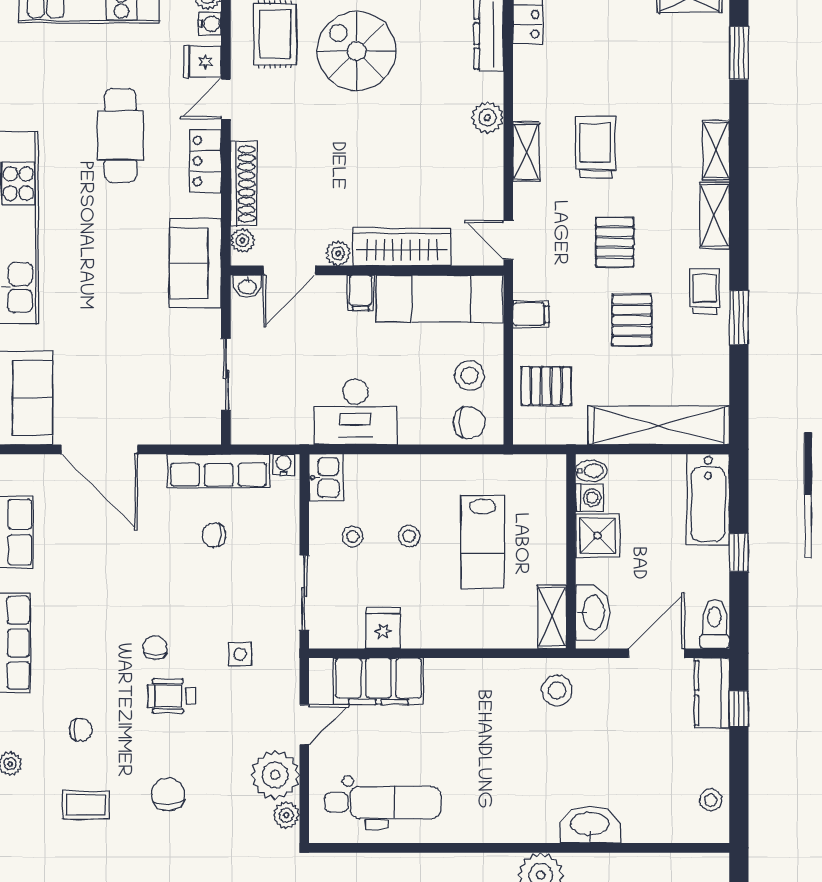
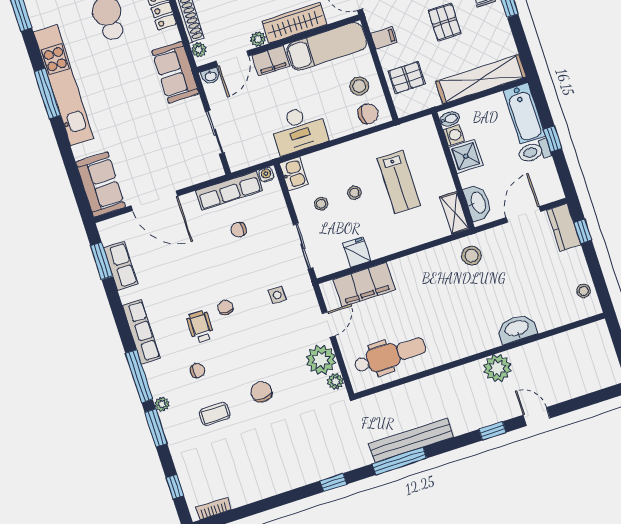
filing cabinet: (361, 293) -> (271, 61), width x2.00
toilet: (714, 624) -> (534, 151), moved, turned -90
wheelchair: (172, 696) -> (200, 327), moved, turned 90

